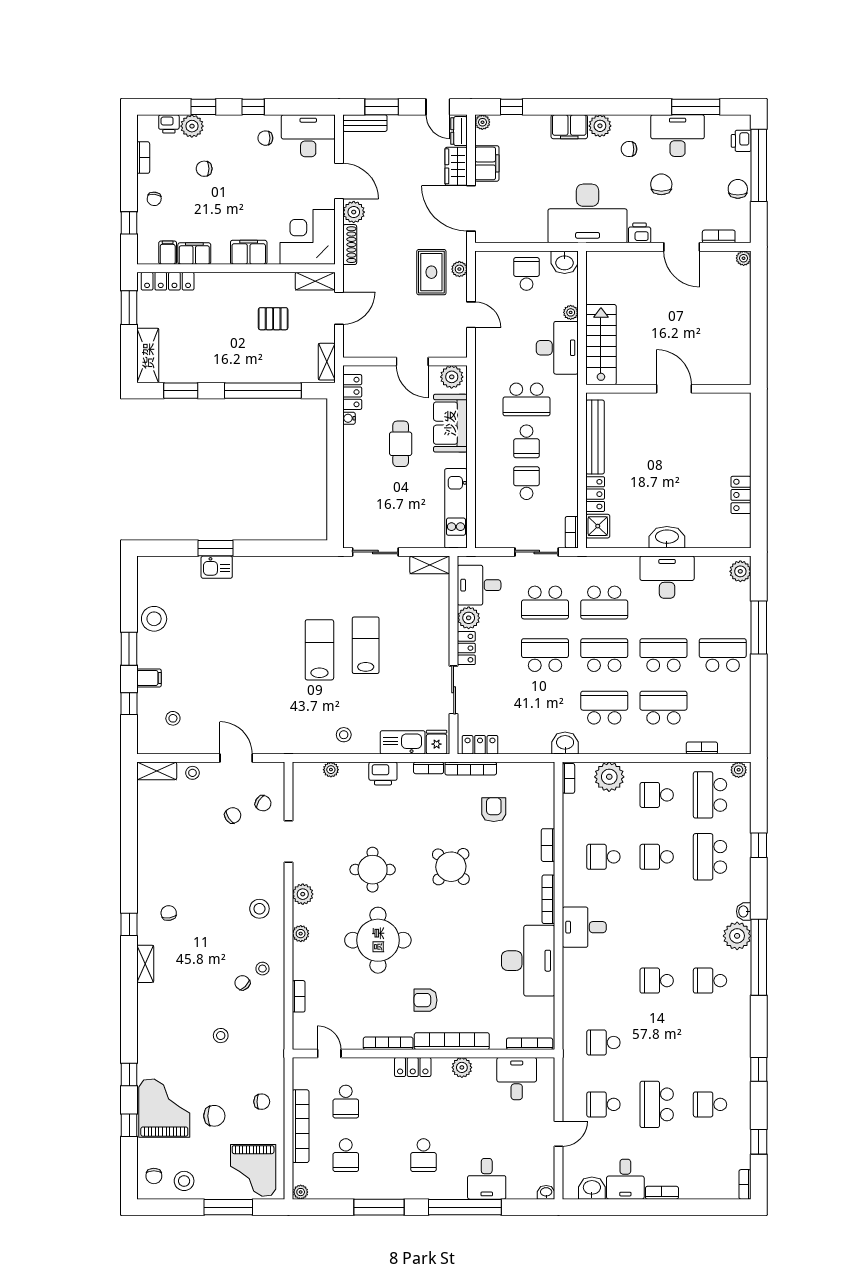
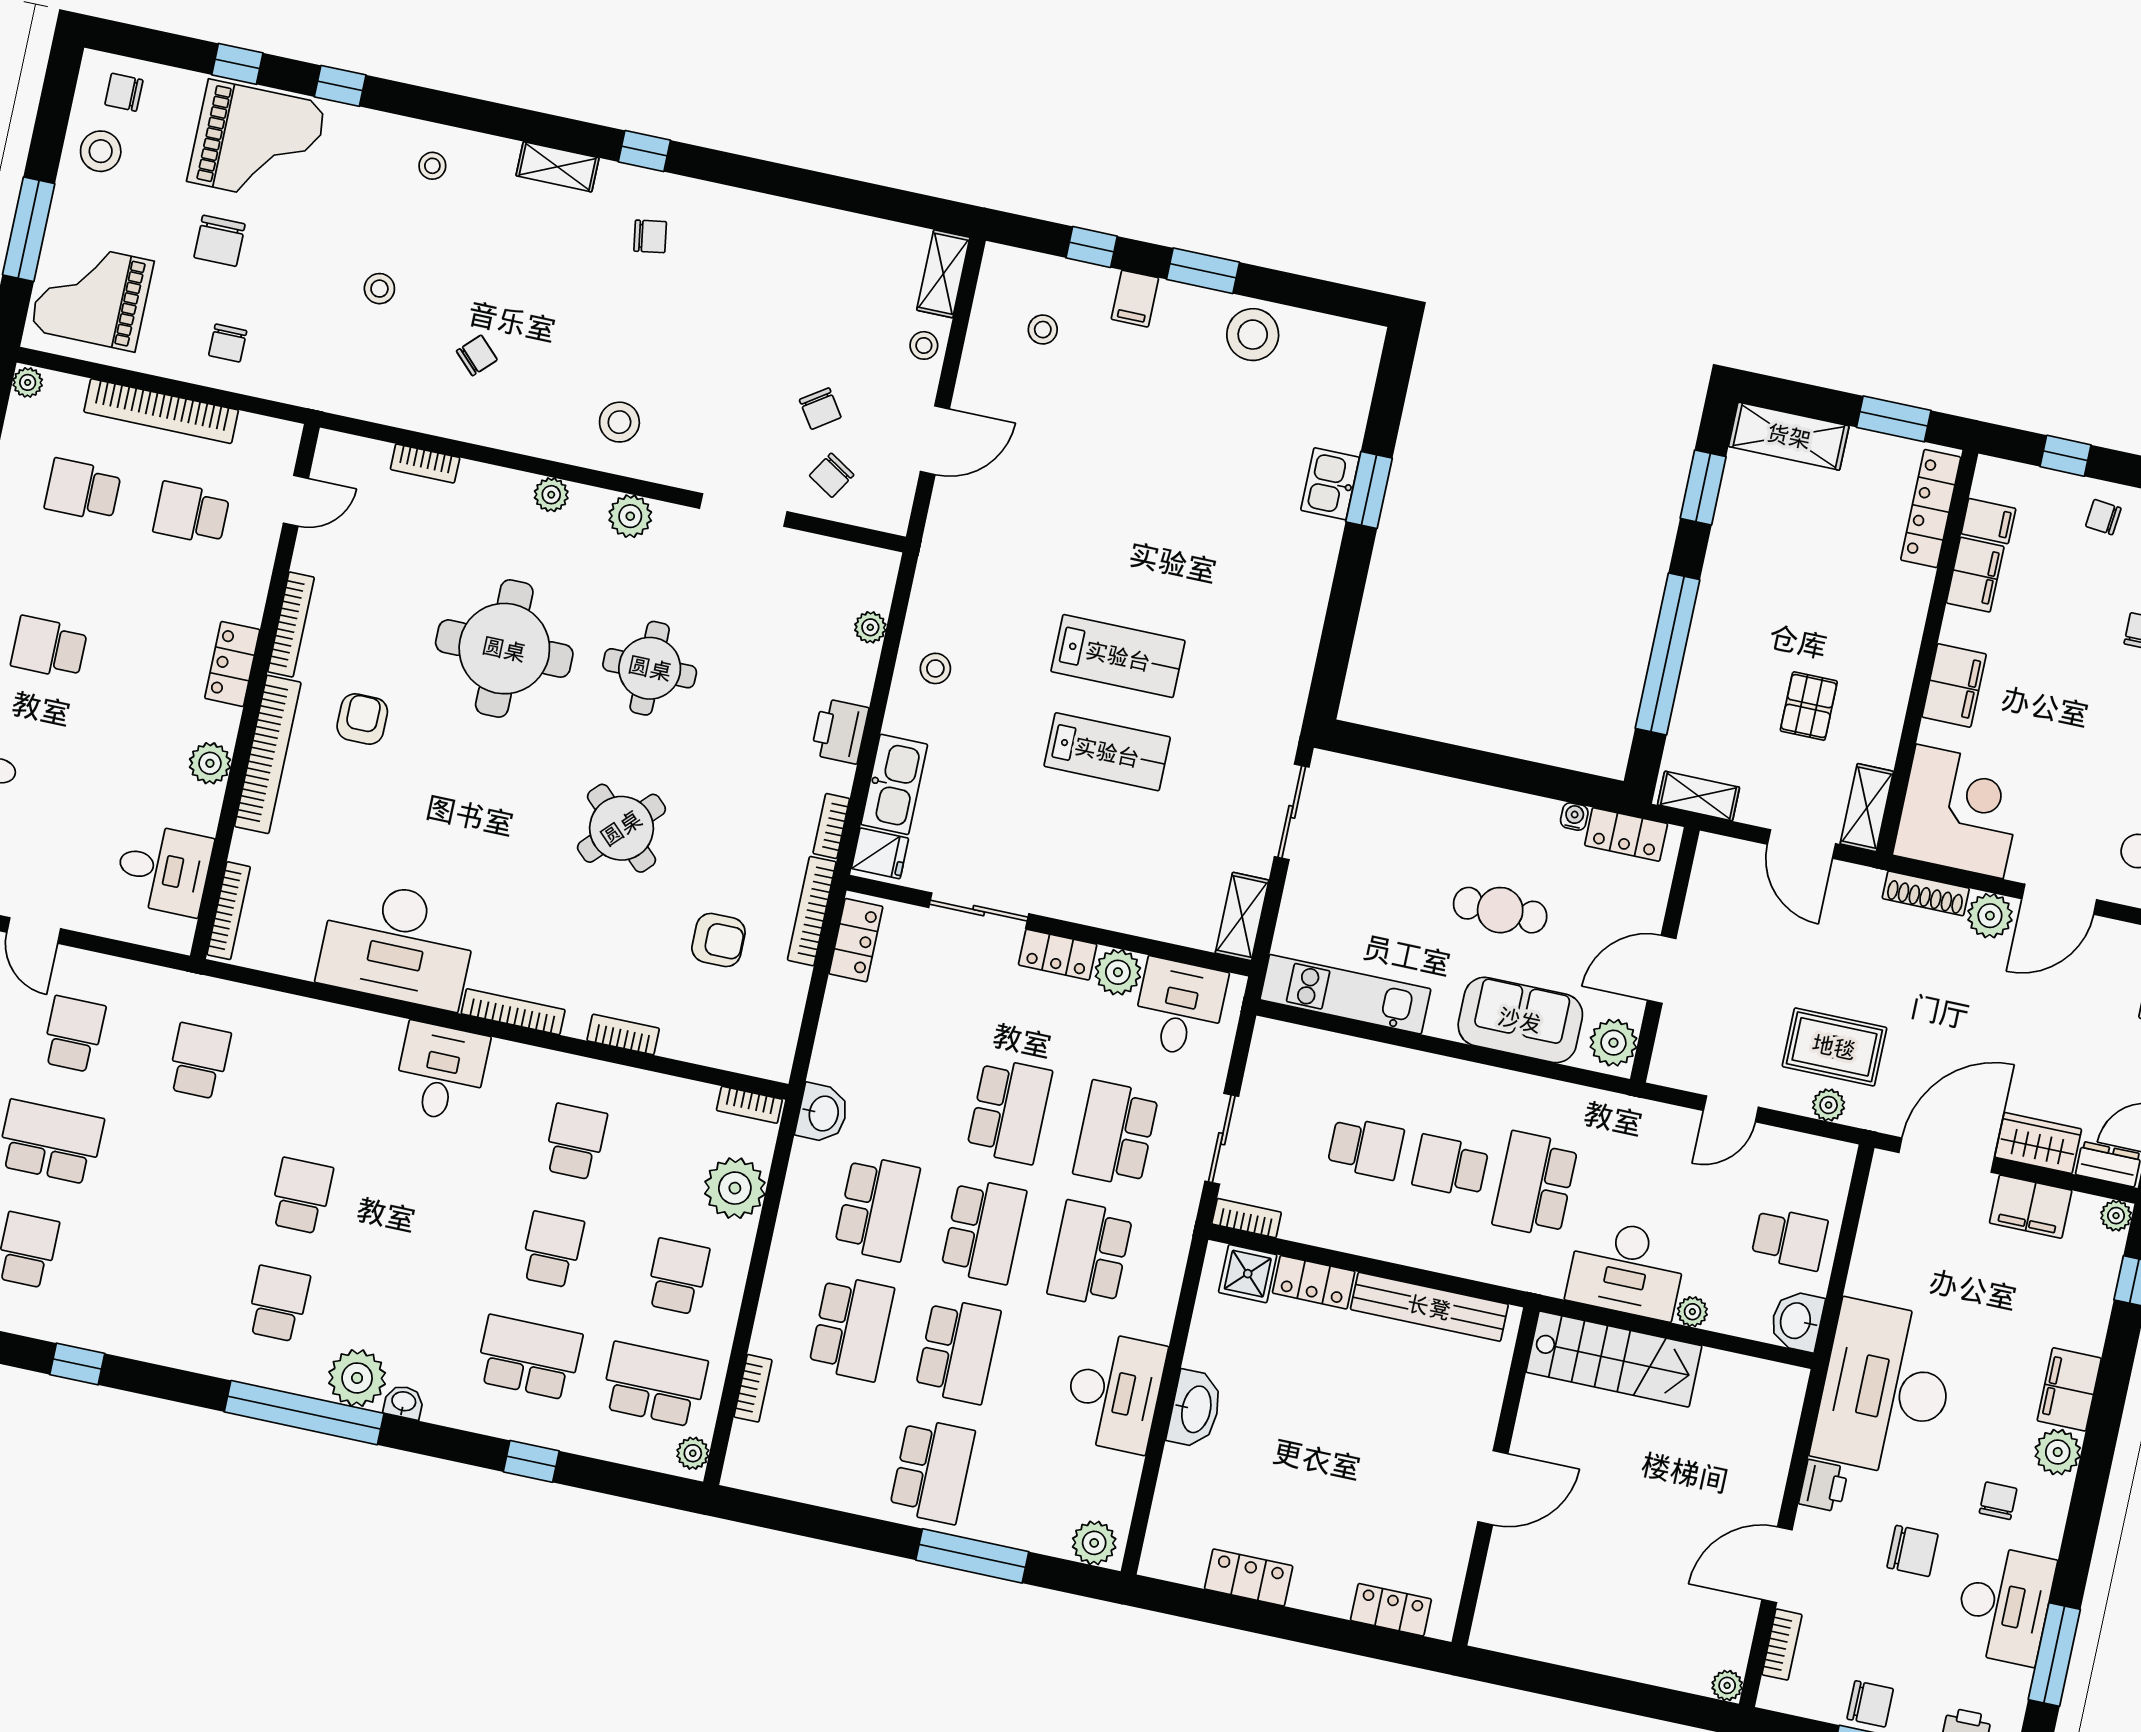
locker: (742, 425) -> (1391, 1610), added
stool: (262, 969) -> (432, 166), moved

